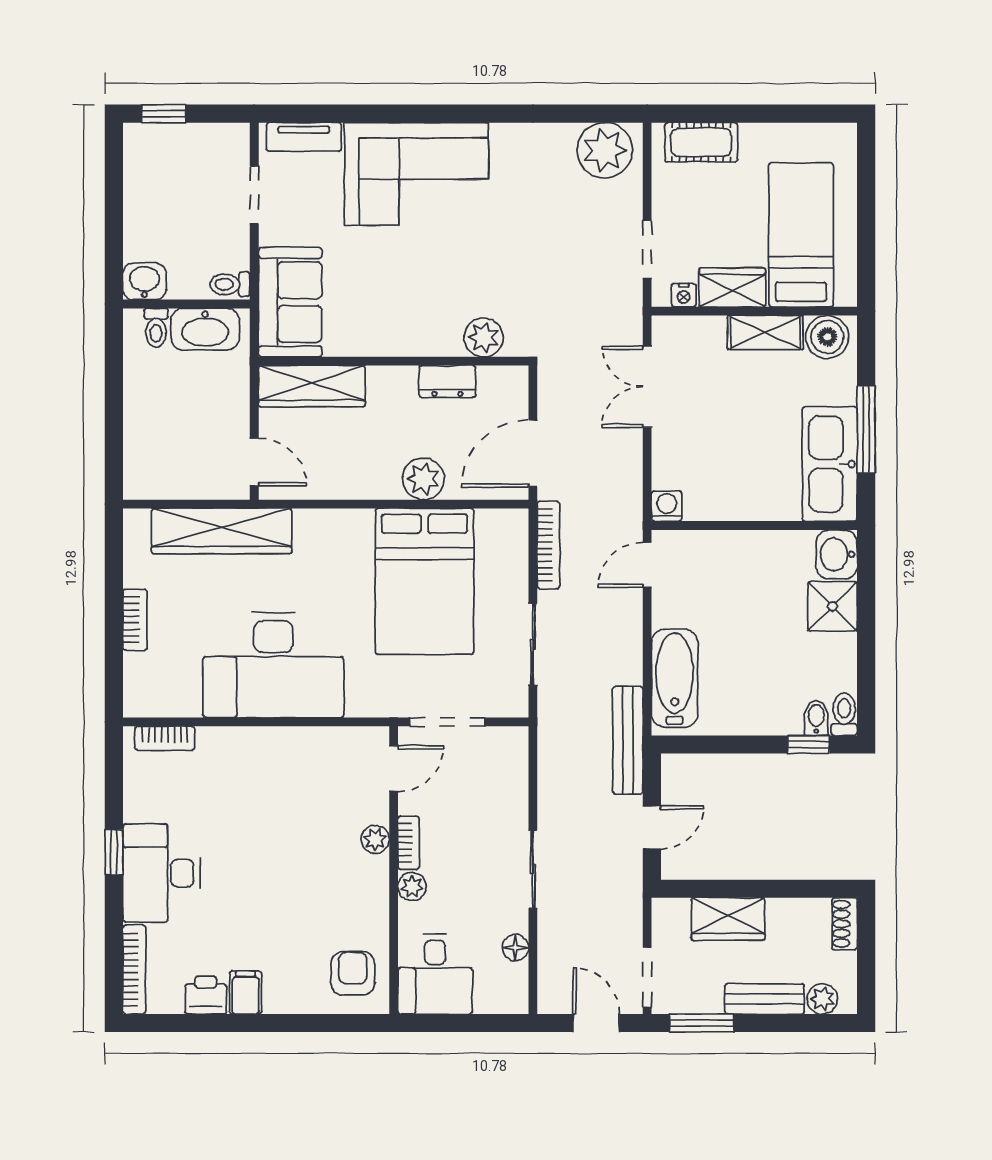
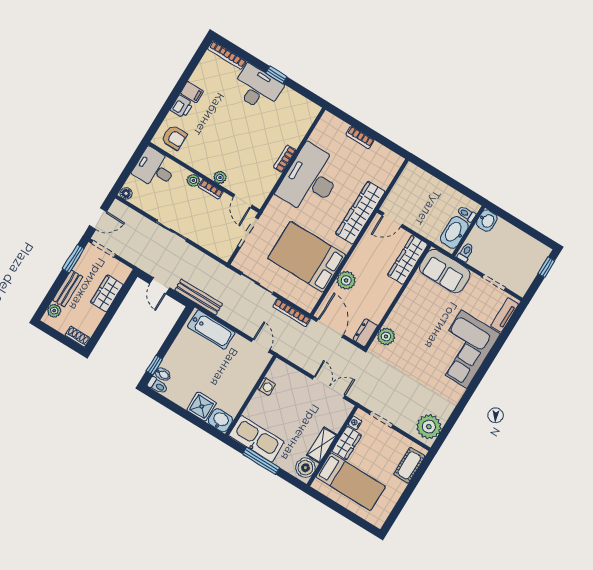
dresser: (447, 381) -> (365, 333), moved
washing machine: (667, 506) -> (267, 387), moved
wardrobe: (222, 531) -> (360, 213), moved
bookcase: (165, 738) -> (285, 159), moved
floor lamp: (515, 948) -> (126, 193), moved
printer: (206, 995) -> (182, 107), moved

